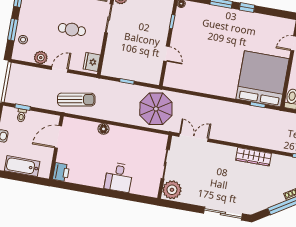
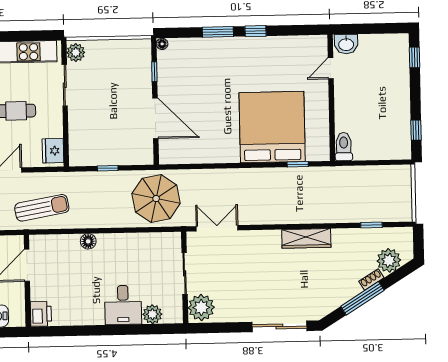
door: (166, 54) -> (155, 118), width x1.88
bed: (262, 79) -> (272, 127), moved
plant: (138, 188) -> (152, 314), added

